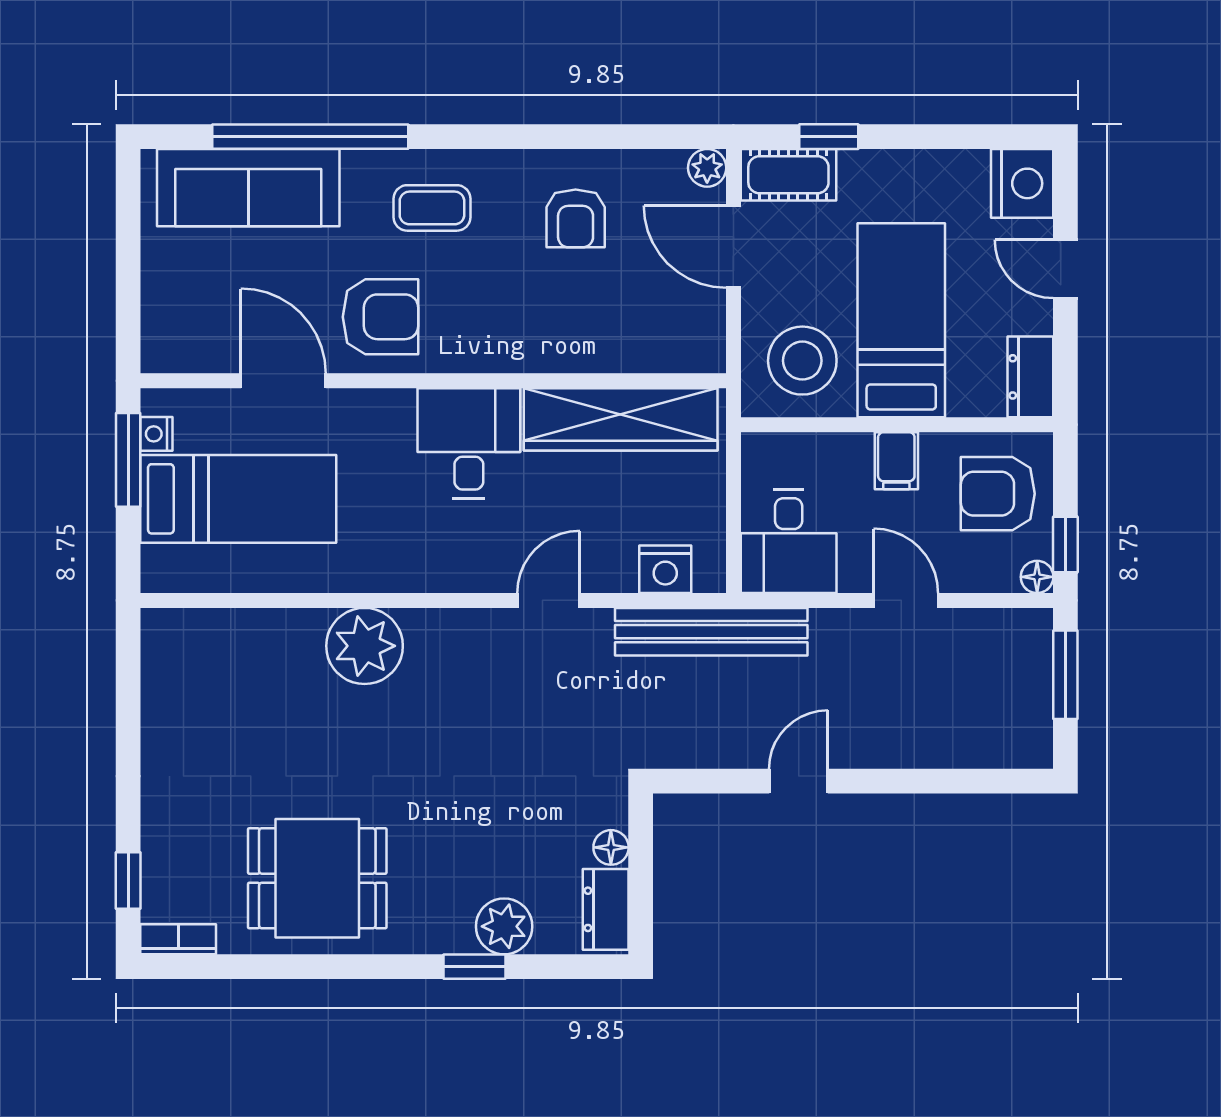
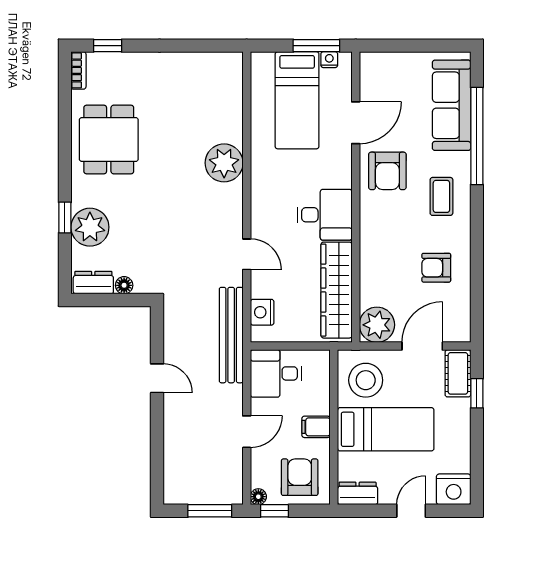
plant: (707, 168) -> (377, 325), moved, width x1.88, depth x1.88
plant: (504, 926) -> (90, 227), width x1.36, depth x1.36

